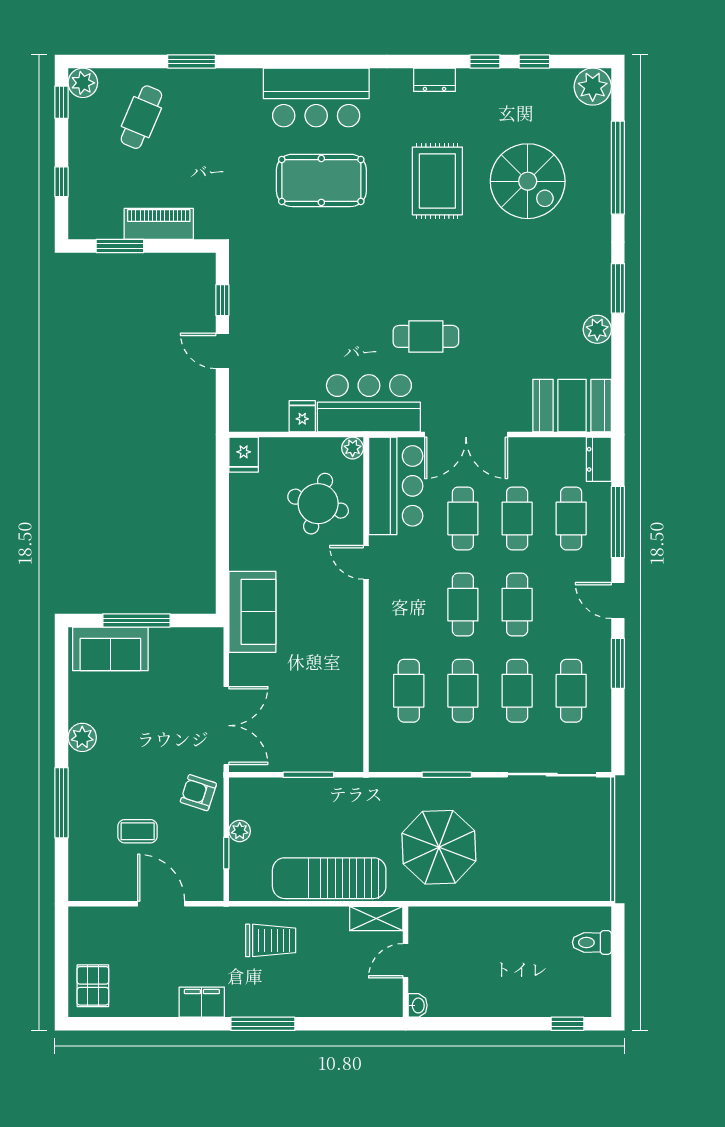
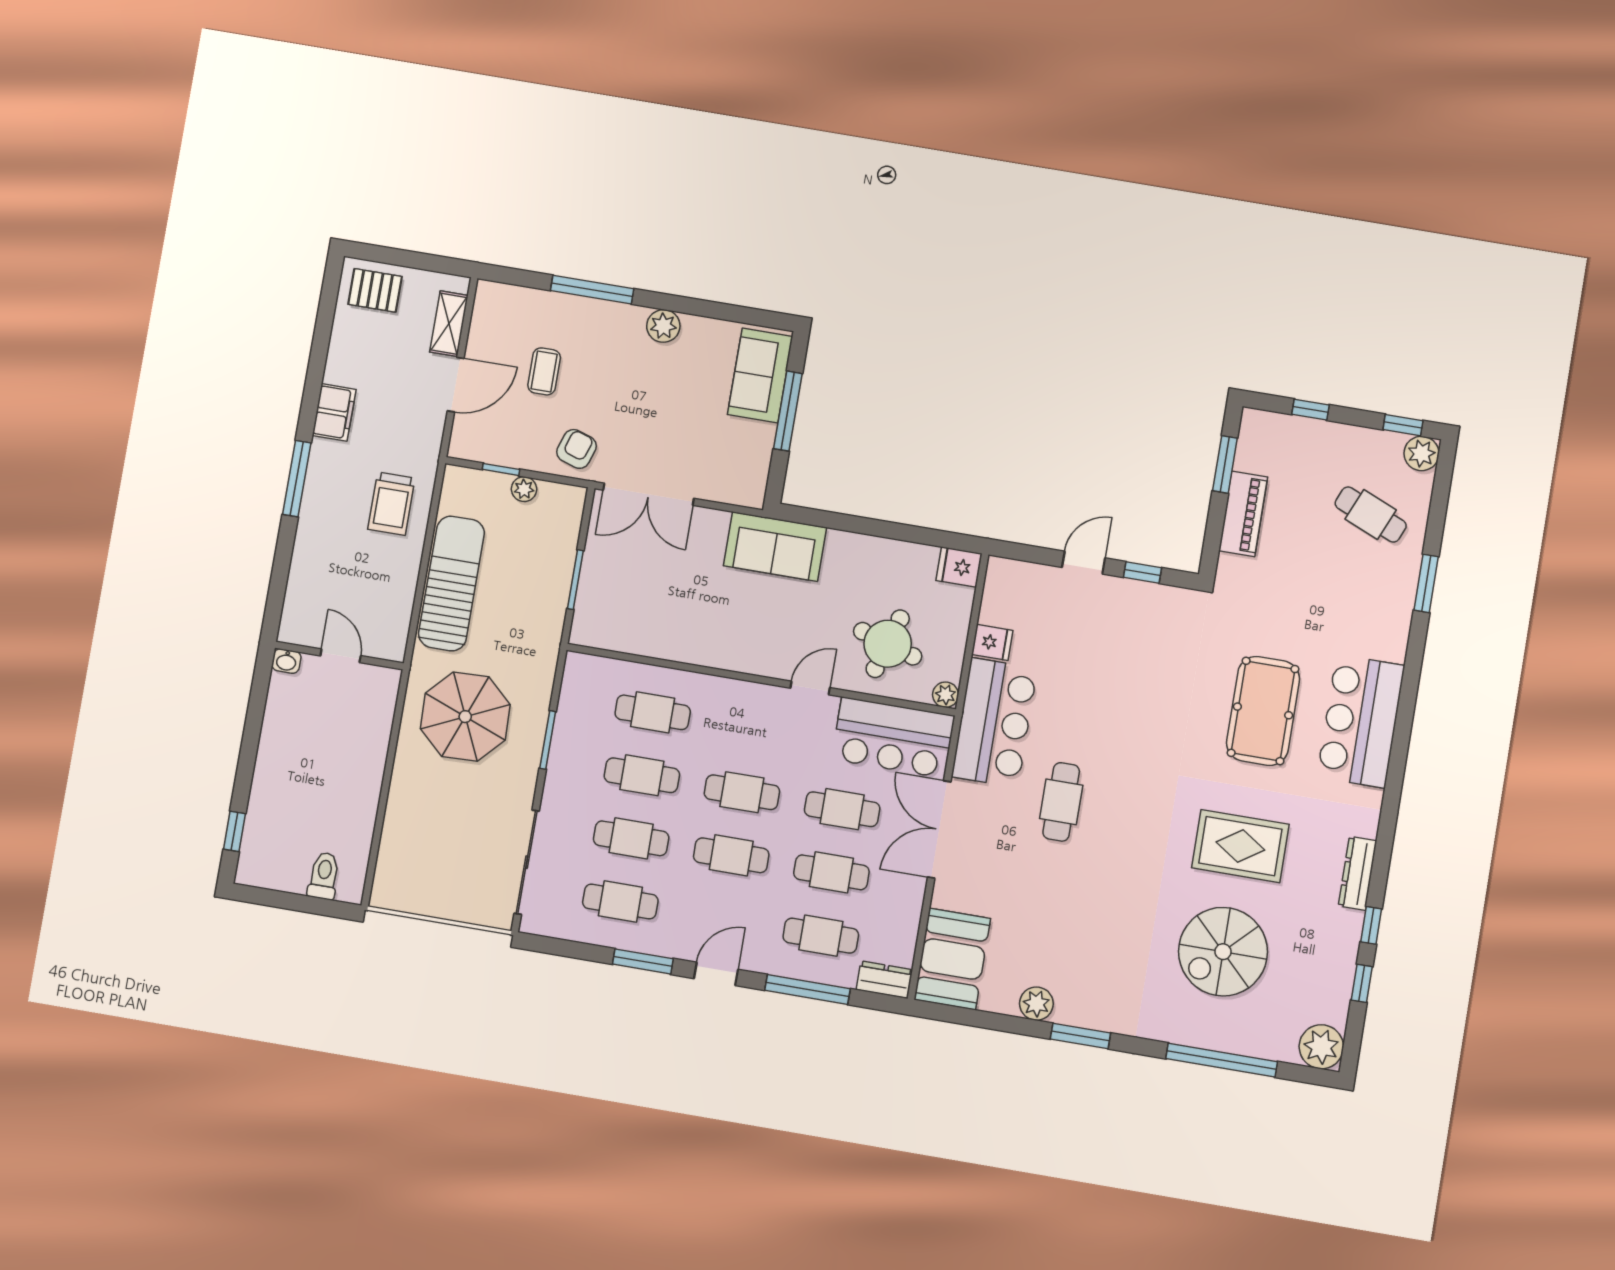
dresser: (434, 80) -> (1358, 873), width x1.44
shelving: (376, 919) -> (449, 324), moved

